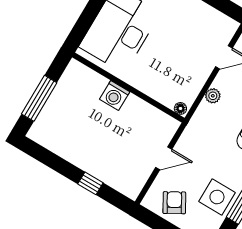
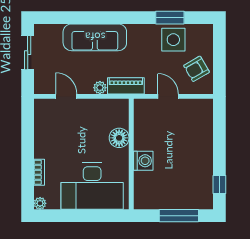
floor lamp: (180, 108) -> (119, 138), moved, width x1.89, depth x1.89
piano: (199, 123) -> (126, 86), added
window: (90, 183) -> (219, 184), moved

